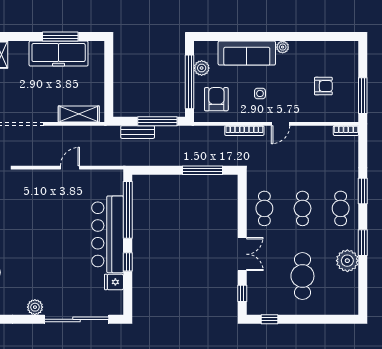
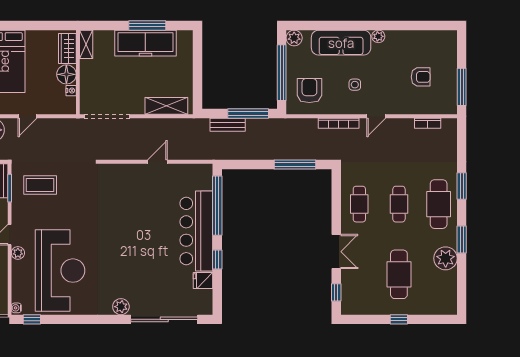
plant: (202, 68) -> (294, 38), moved
bookcase: (346, 131) -> (428, 123), moved
cafe table: (341, 208) -> (439, 204), width x1.37, depth x1.35
window: (270, 319) -> (399, 319), moved

